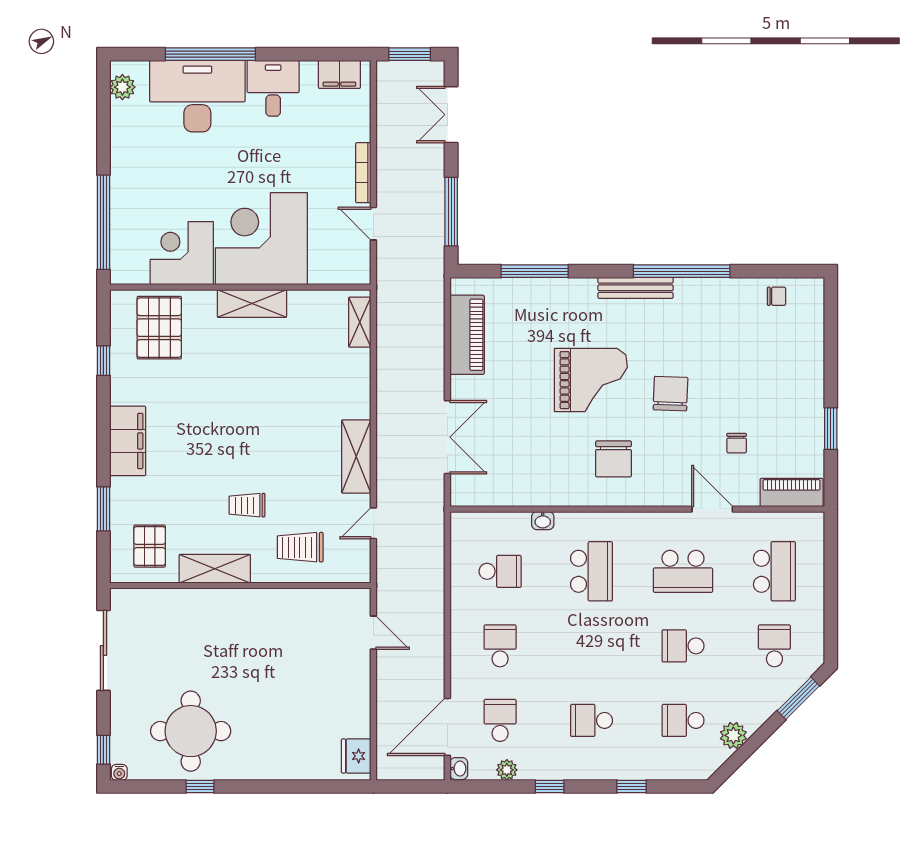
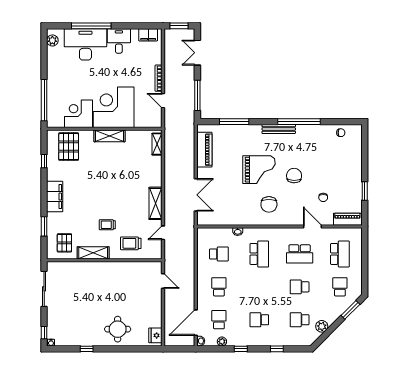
round table: (191, 731) -> (118, 329), moved, width x0.73, depth x0.73

